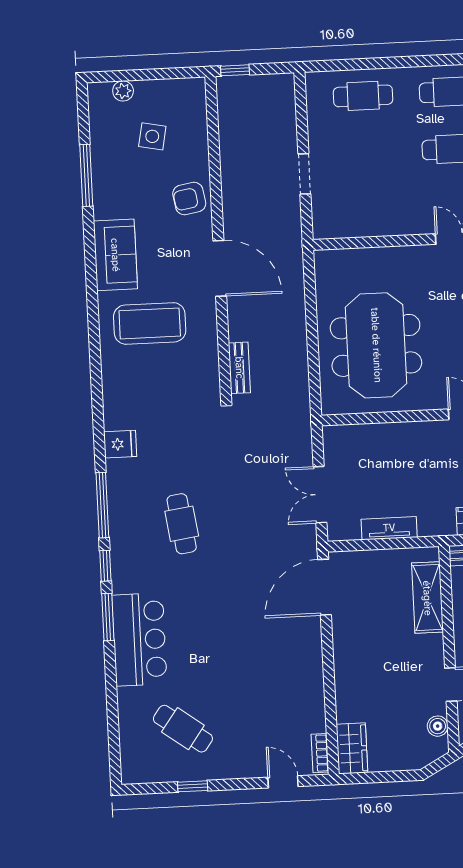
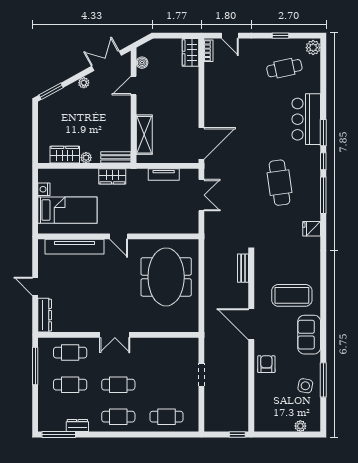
side table: (152, 136) -> (305, 386), moved
armchair: (189, 199) -> (266, 364), turned -80
cafe table: (182, 524) -> (279, 183), width x1.37, depth x1.35
cafe table: (183, 729) -> (284, 68), turned -48
plant: (133, 768) -> (313, 48), added

